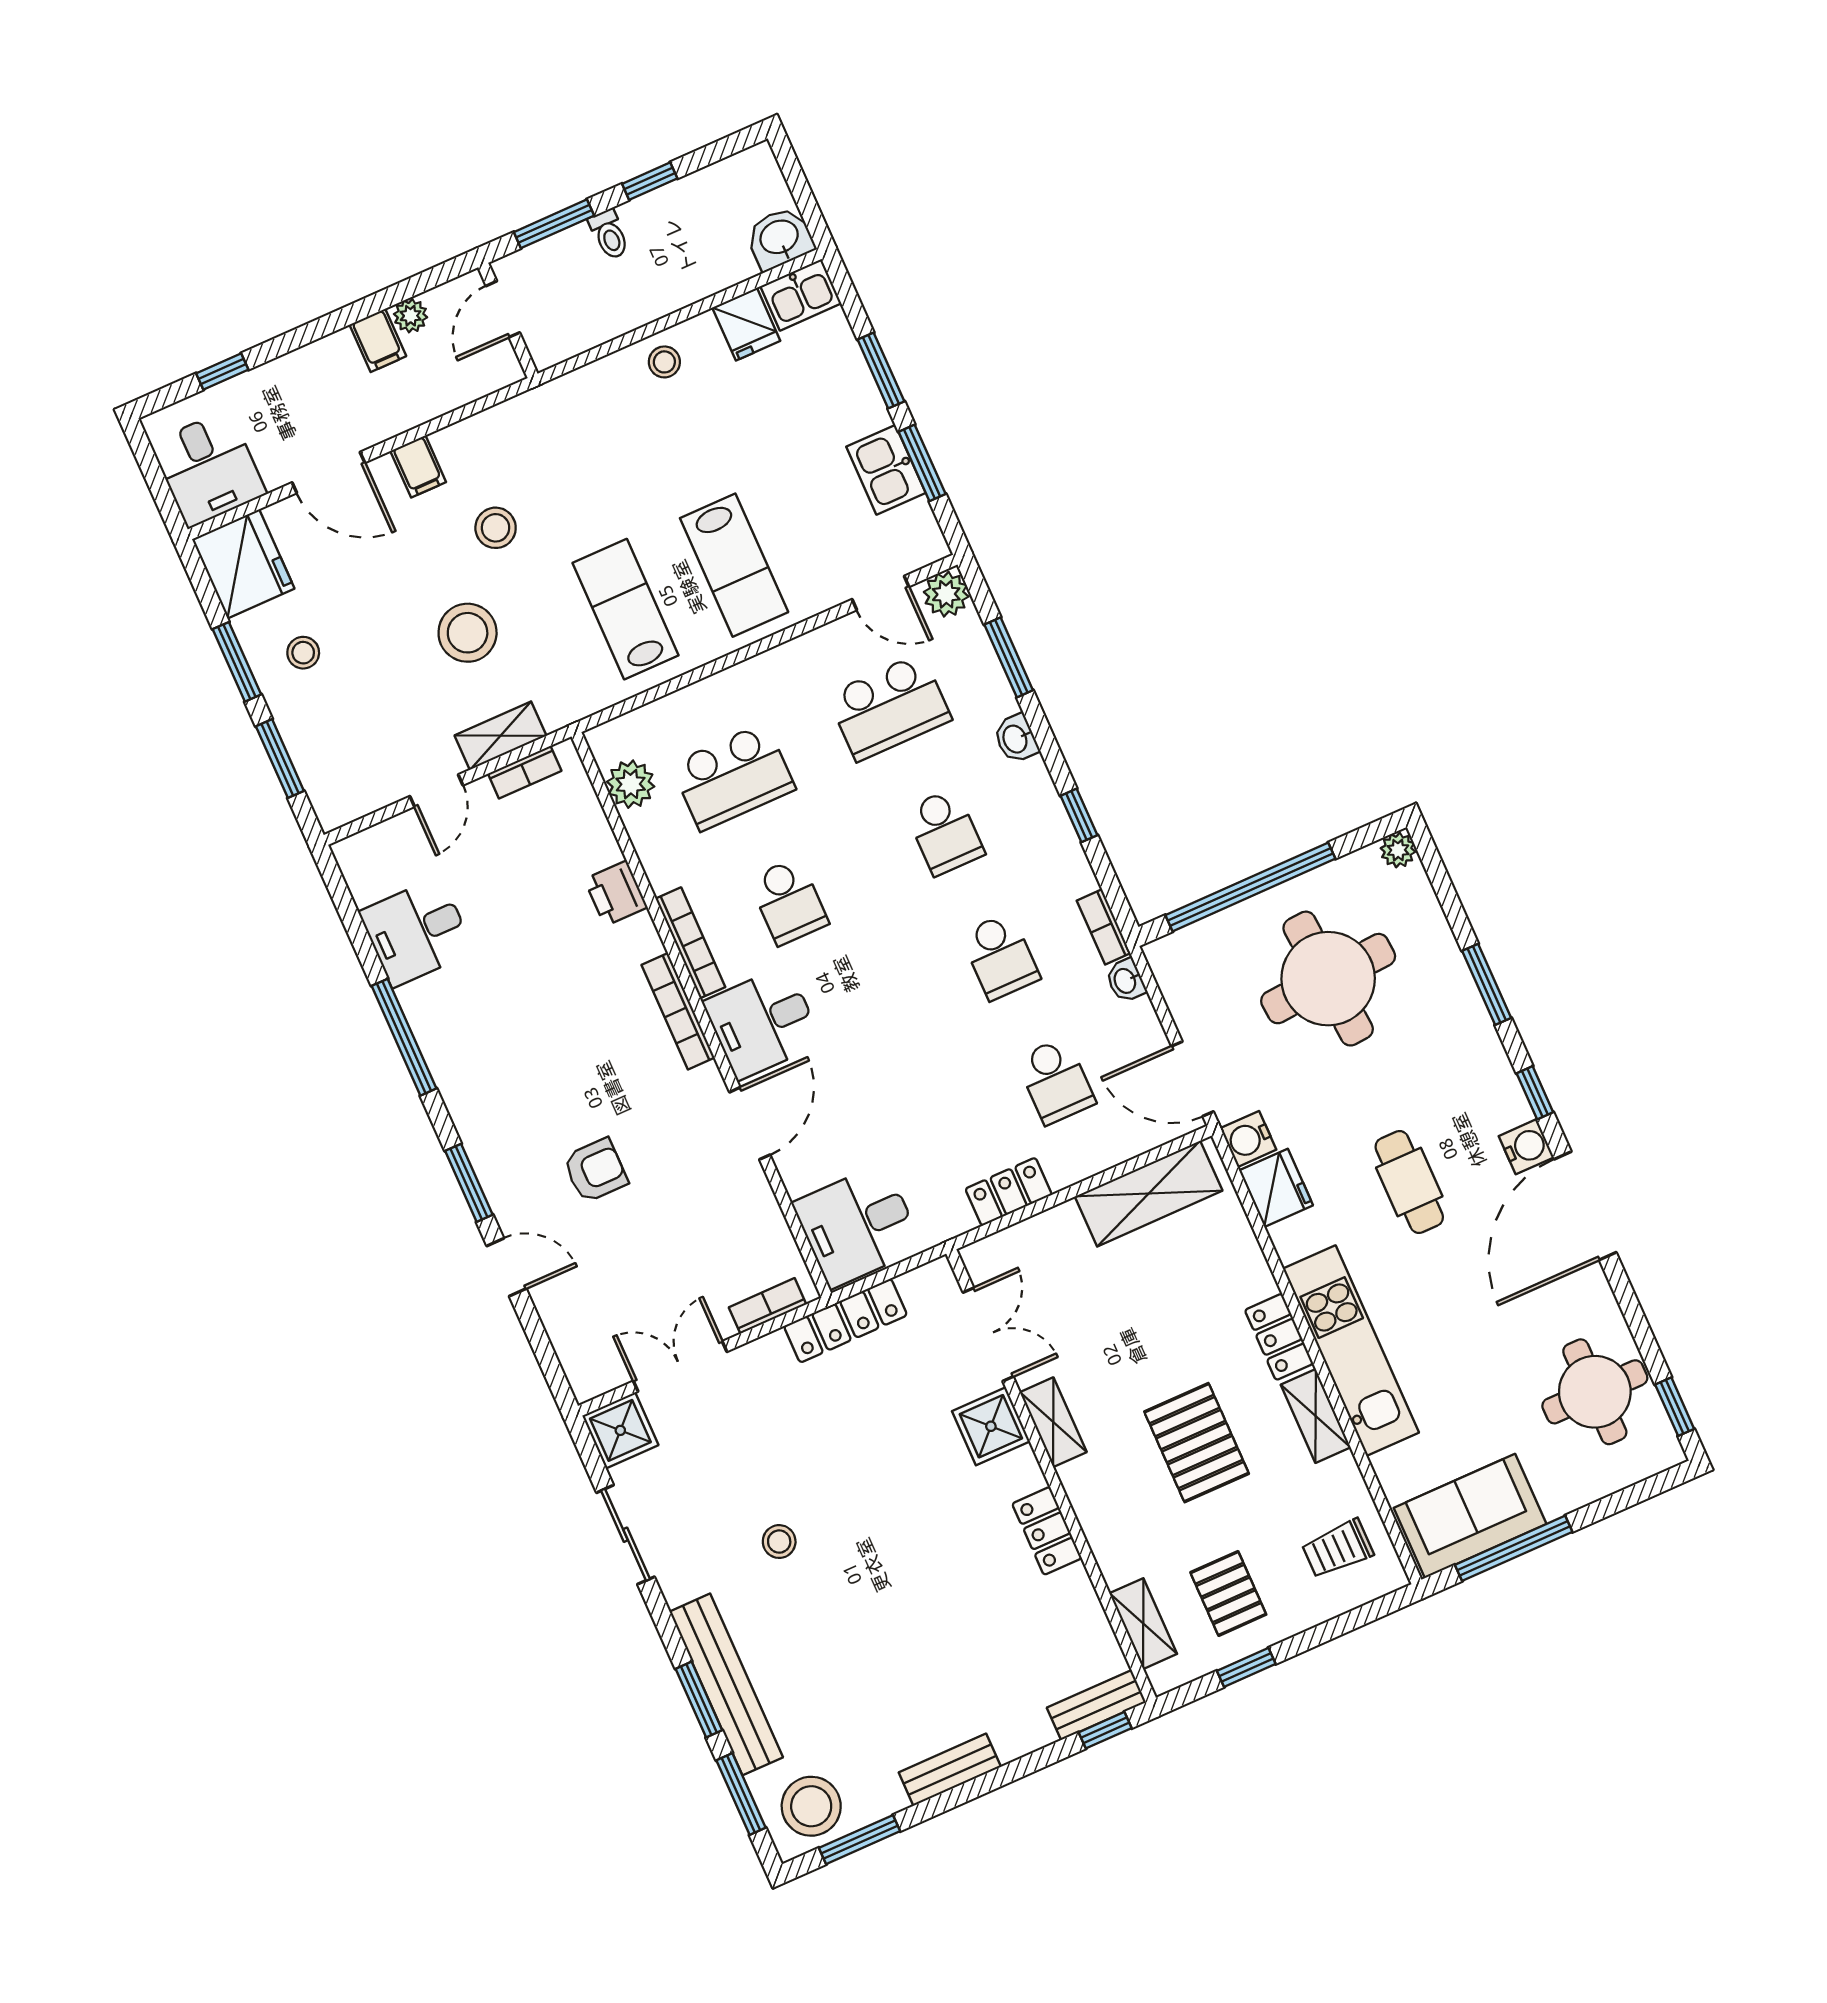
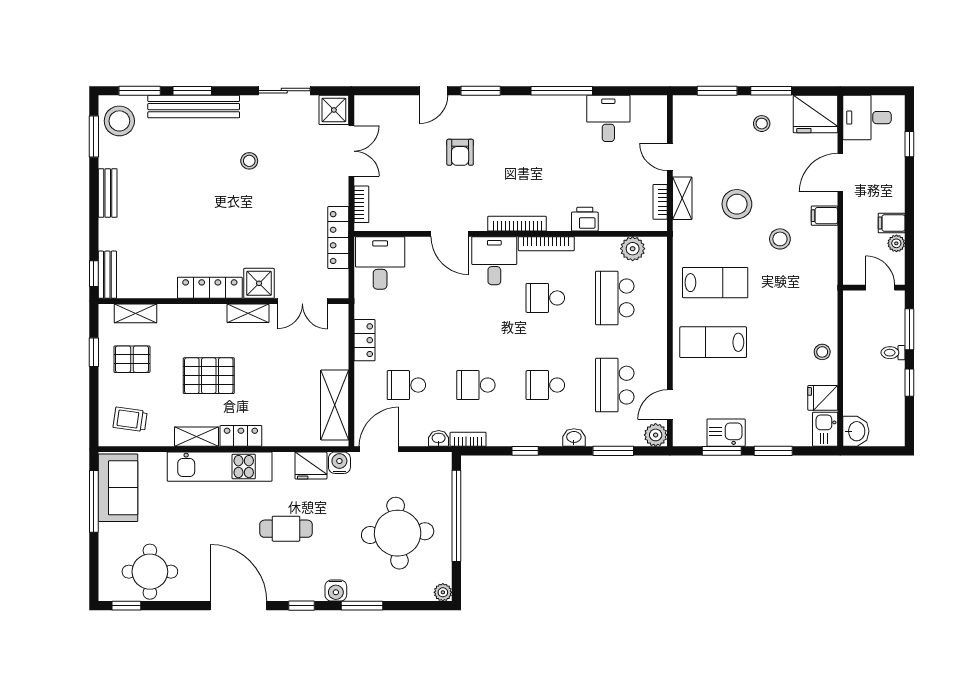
water cooler: (1526, 1147) -> (336, 591), moved
locker: (1047, 1531) -> (210, 288), width x1.53
trolley: (1338, 1549) -> (130, 419), turned -82

